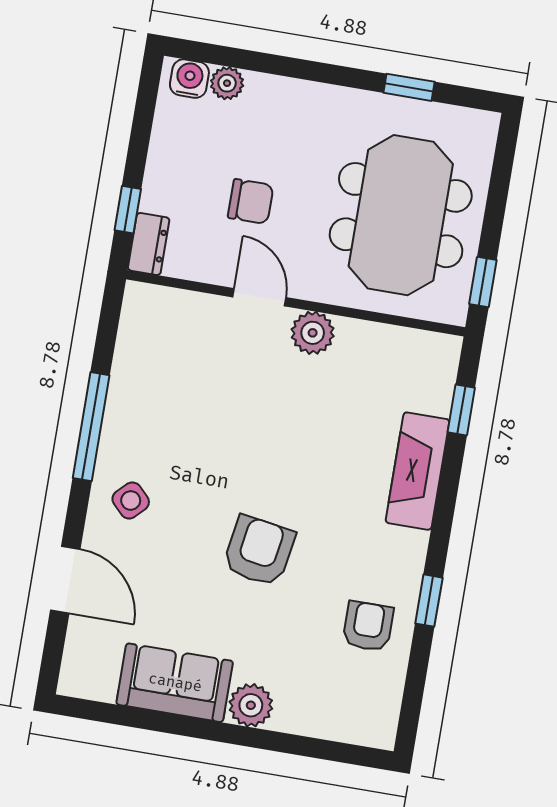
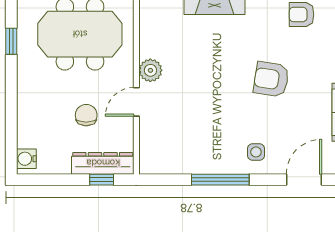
plant: (227, 83) -> (25, 138), removed
dresser: (149, 244) -> (103, 163), width x1.96, depth x1.24
side table: (131, 500) -> (256, 152), turned 45

